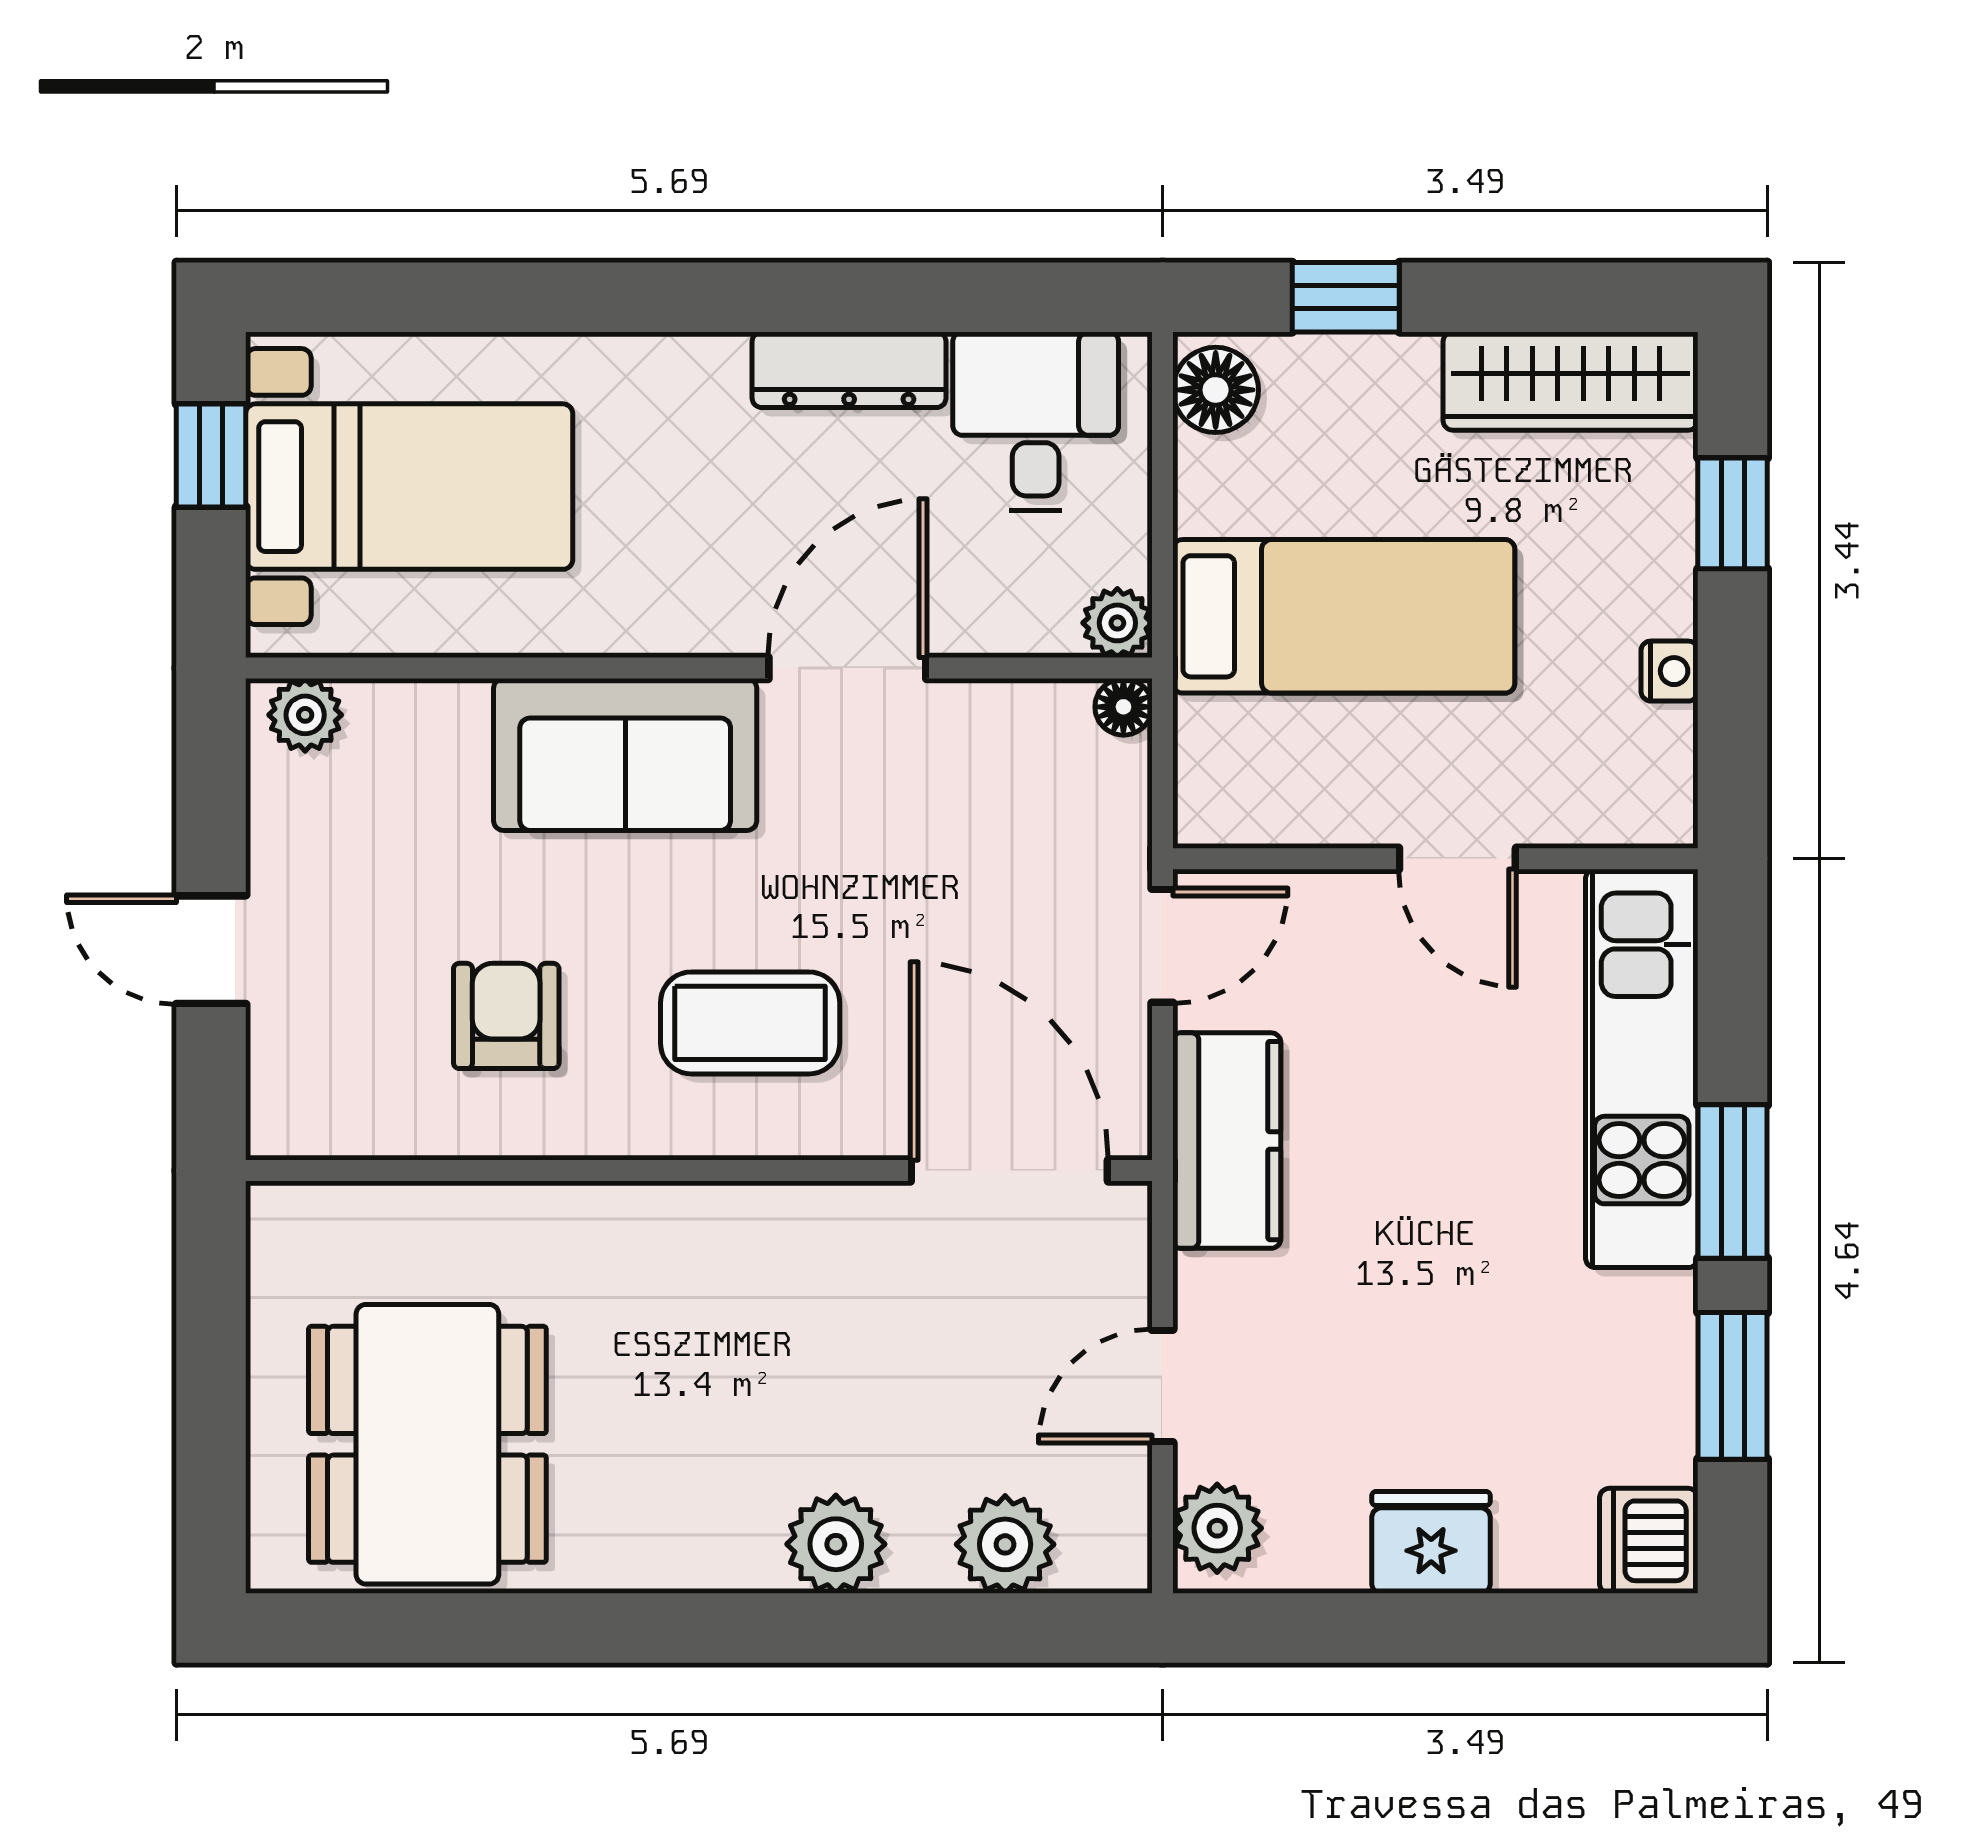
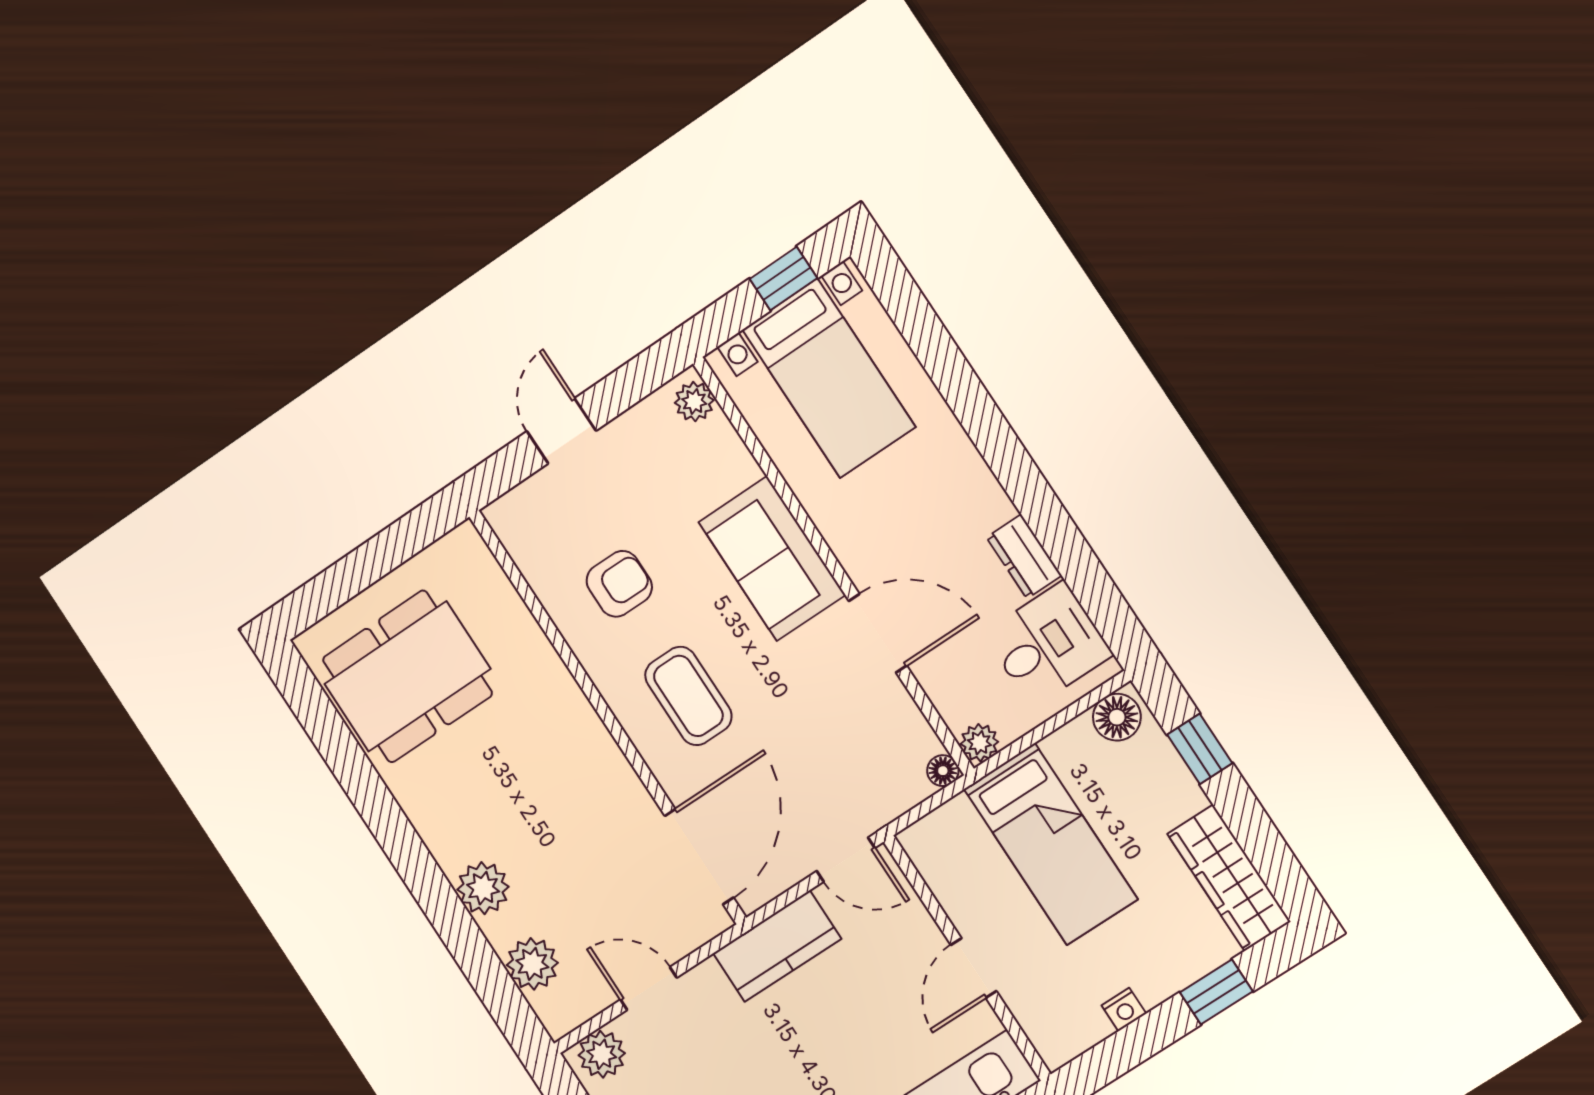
dresser: (849, 370) -> (1024, 556), width x0.70

